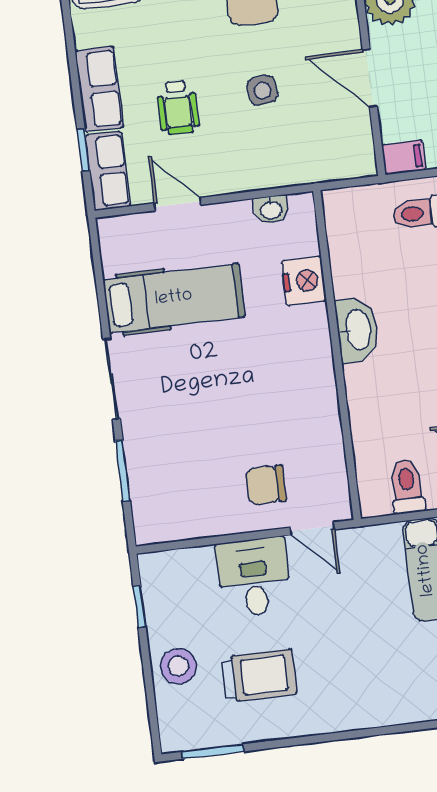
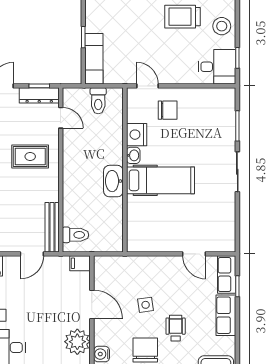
wheelchair: (178, 108) -> (176, 328), moved
washbasin: (271, 210) -> (133, 155), moved, turned 90
nightstand: (304, 281) -> (137, 135), moved
hospital bed: (174, 298) -> (160, 180), moved, turned 180
desk: (254, 577) -> (217, 67), moved, turned -90

